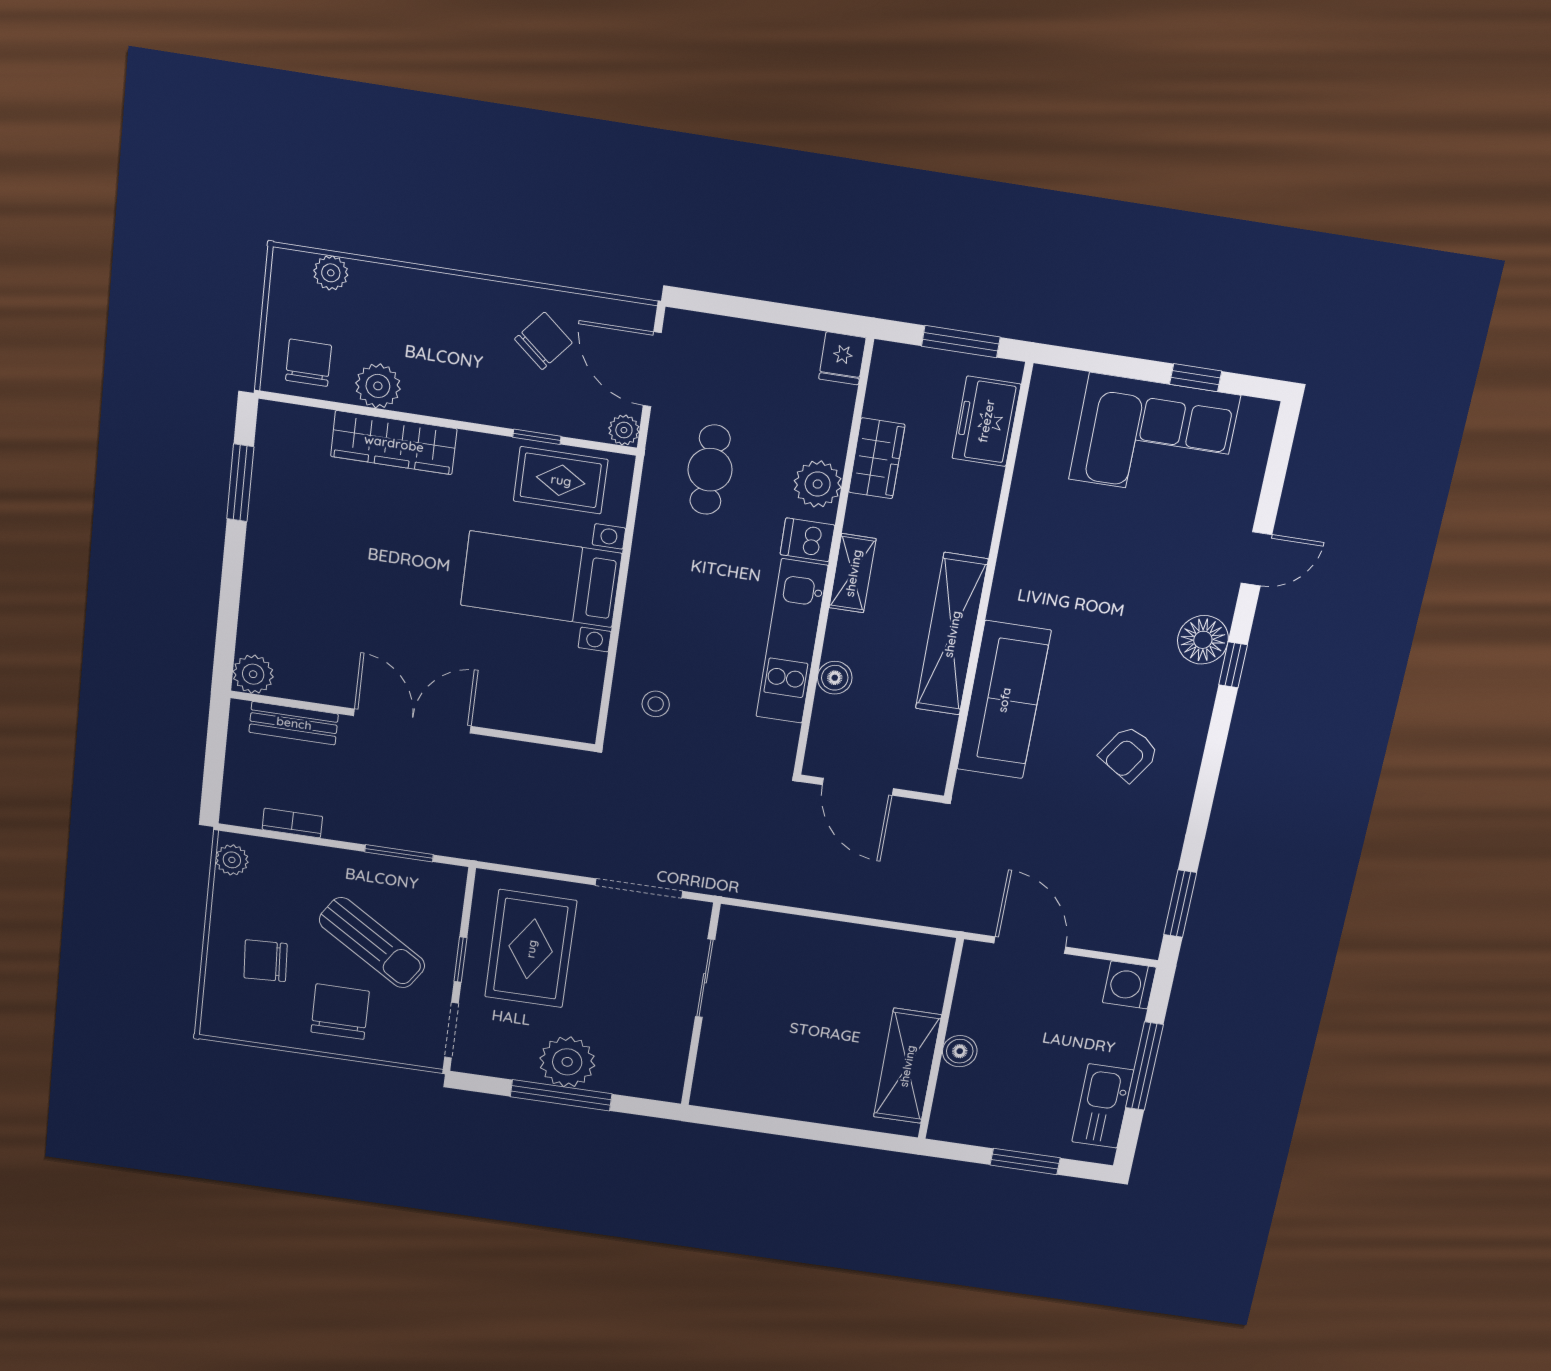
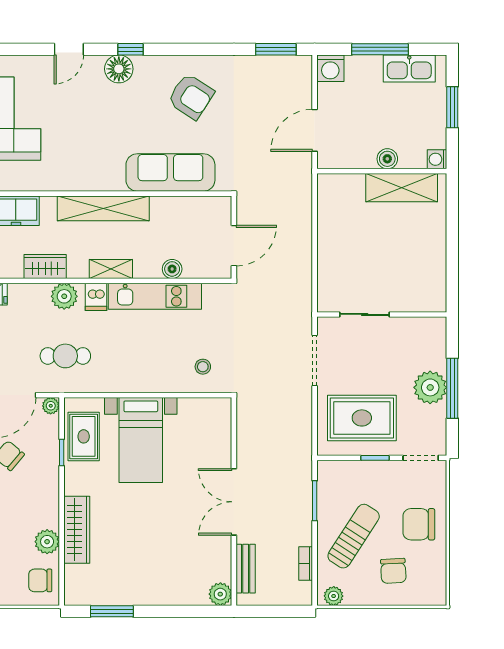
door: (1256, 559) -> (69, 49), swing flipped
shelving: (952, 634) -> (103, 208), moved
armchair: (1129, 754) -> (191, 96), width x1.38, depth x1.38
sun lounger: (372, 943) -> (354, 536), moved
washing machine: (944, 1126) -> (437, 159), added

